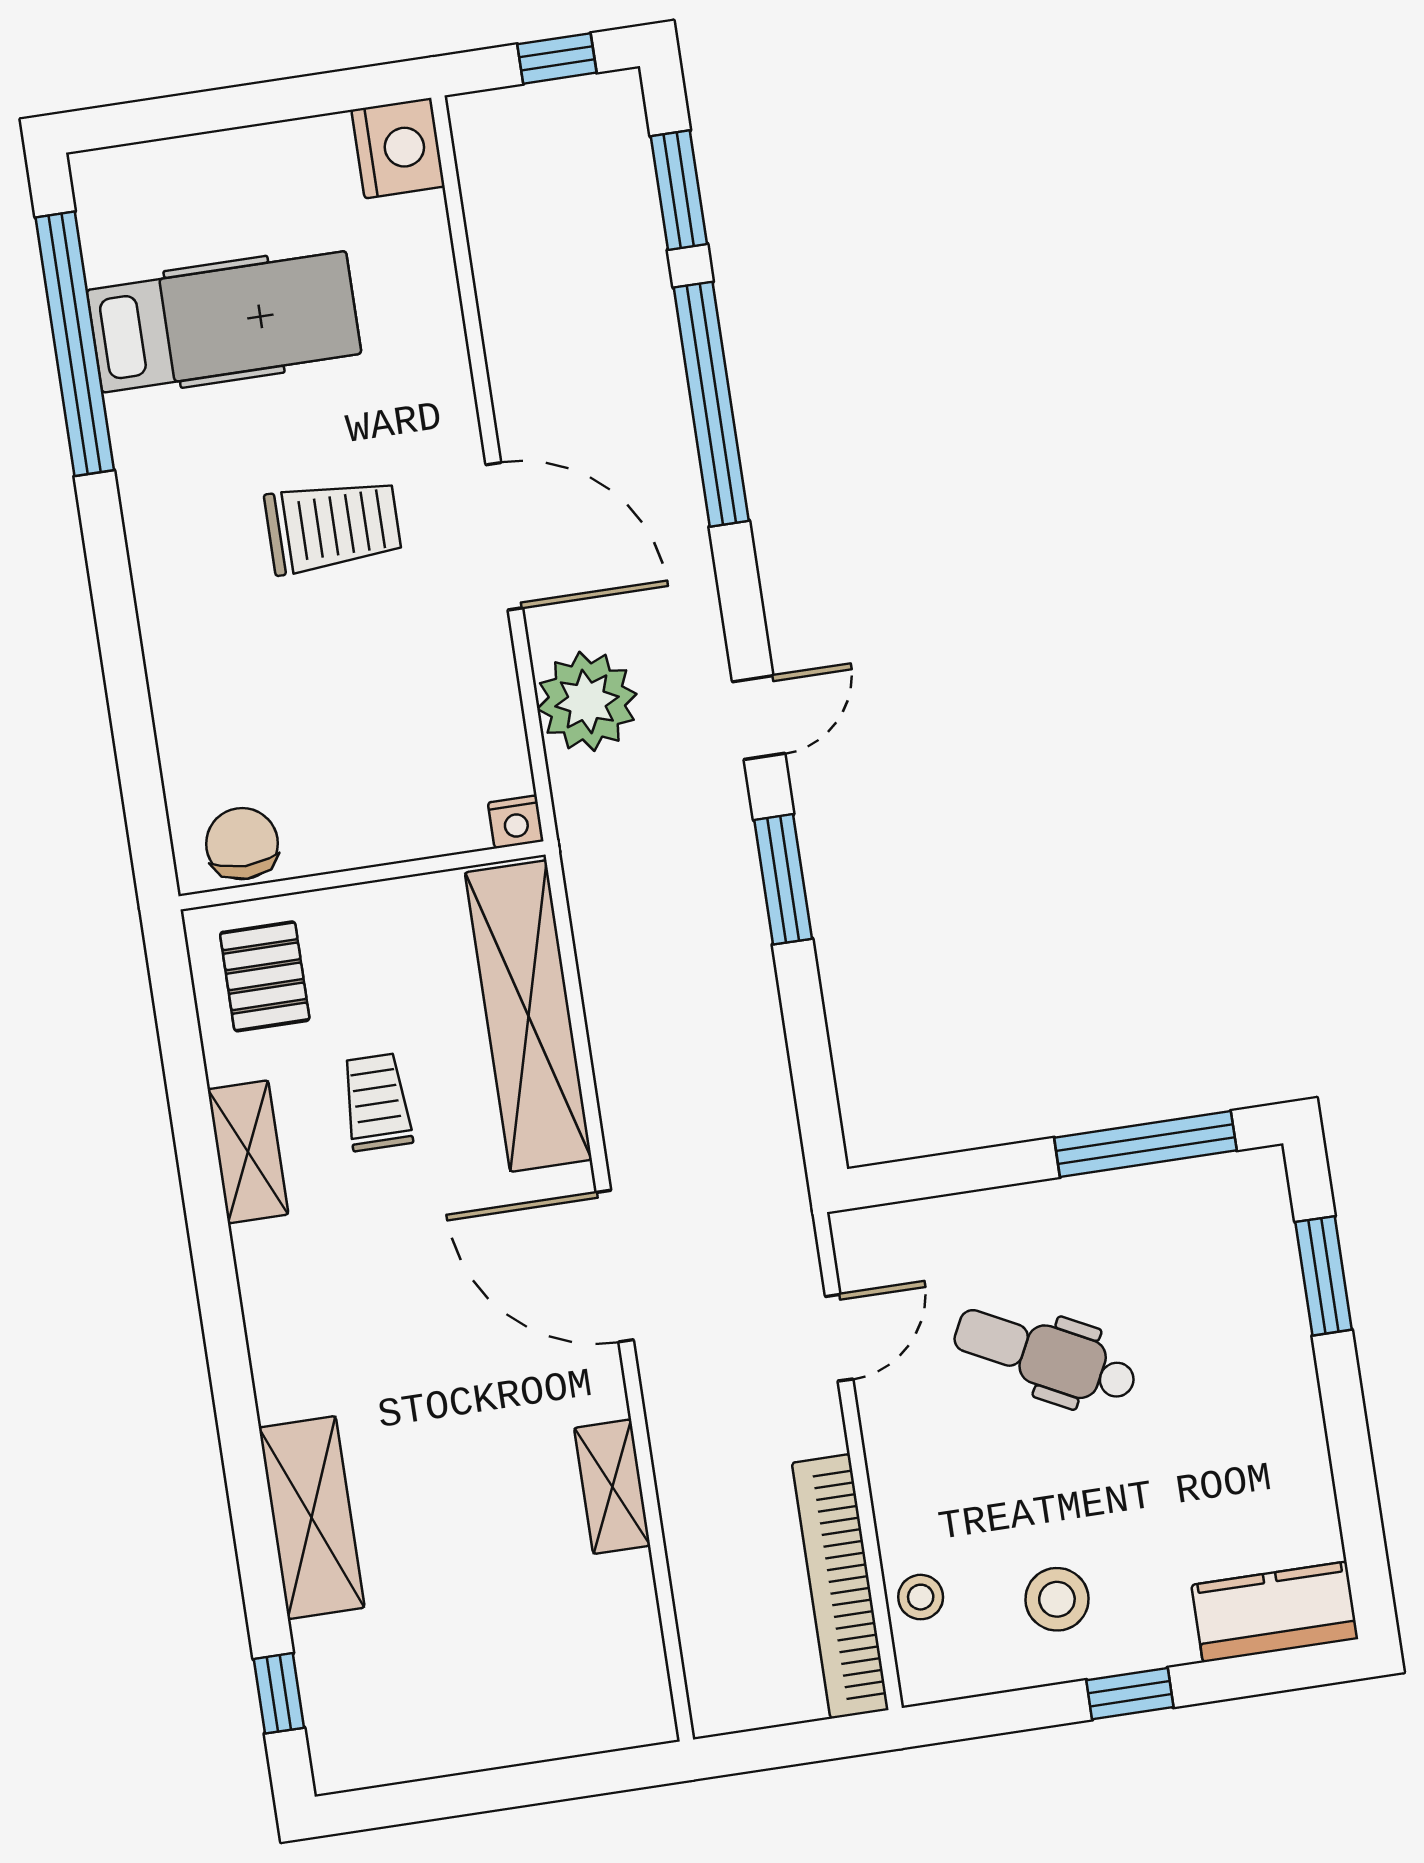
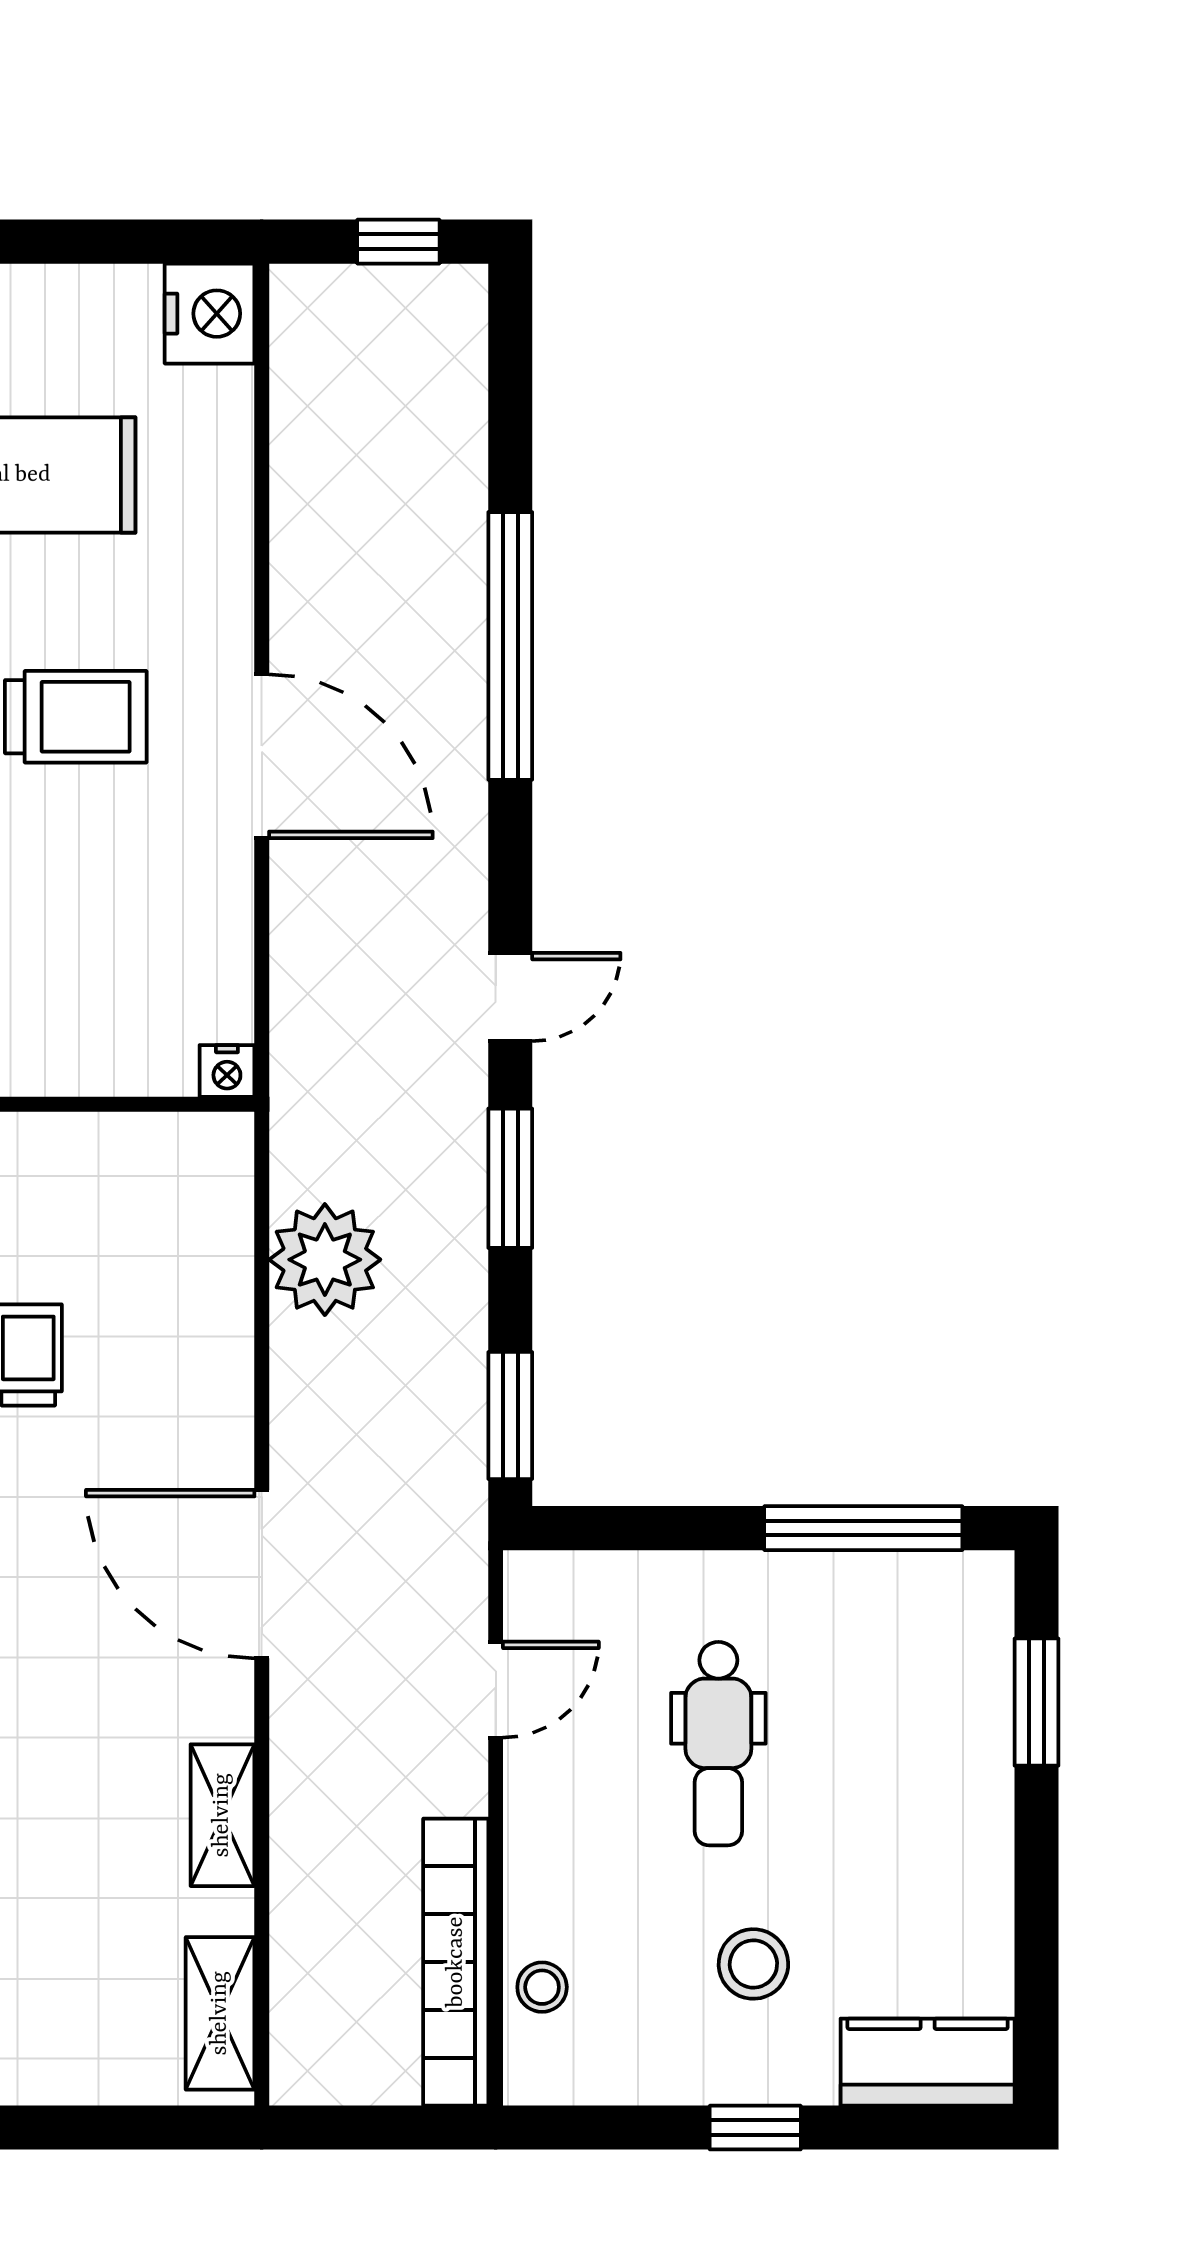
window: (679, 190) -> (510, 1416), moved
plant: (587, 701) -> (325, 1260), moved
shelving: (528, 1016) -> (220, 2013), moved, width x0.45, depth x0.75
dental chair: (1045, 1356) -> (718, 1744), turned -117
stool: (1057, 1599) -> (753, 1964), moved

